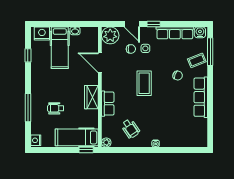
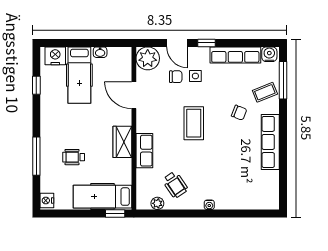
plant: (106, 142) -> (157, 203), moved

